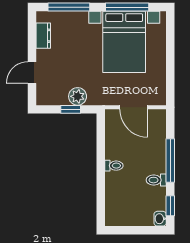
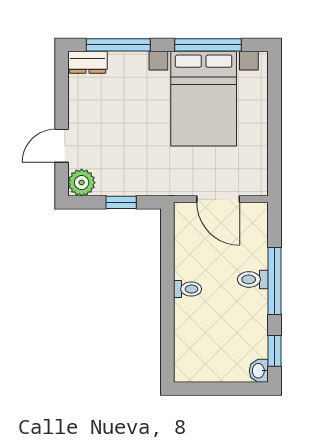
dresser: (43, 36) -> (88, 62), moved, turned 90
plant: (78, 96) -> (82, 183), moved
toilet: (156, 180) -> (253, 279), moved

